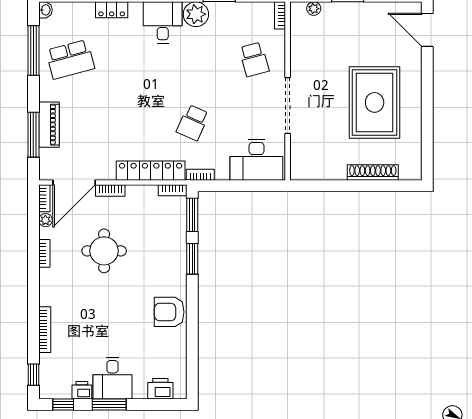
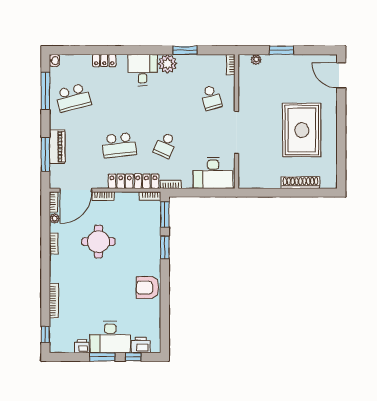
school desk: (132, 123) -> (119, 145), added
desk: (112, 378) -> (110, 337), width x1.37
window: (63, 404) -> (133, 357), moved

